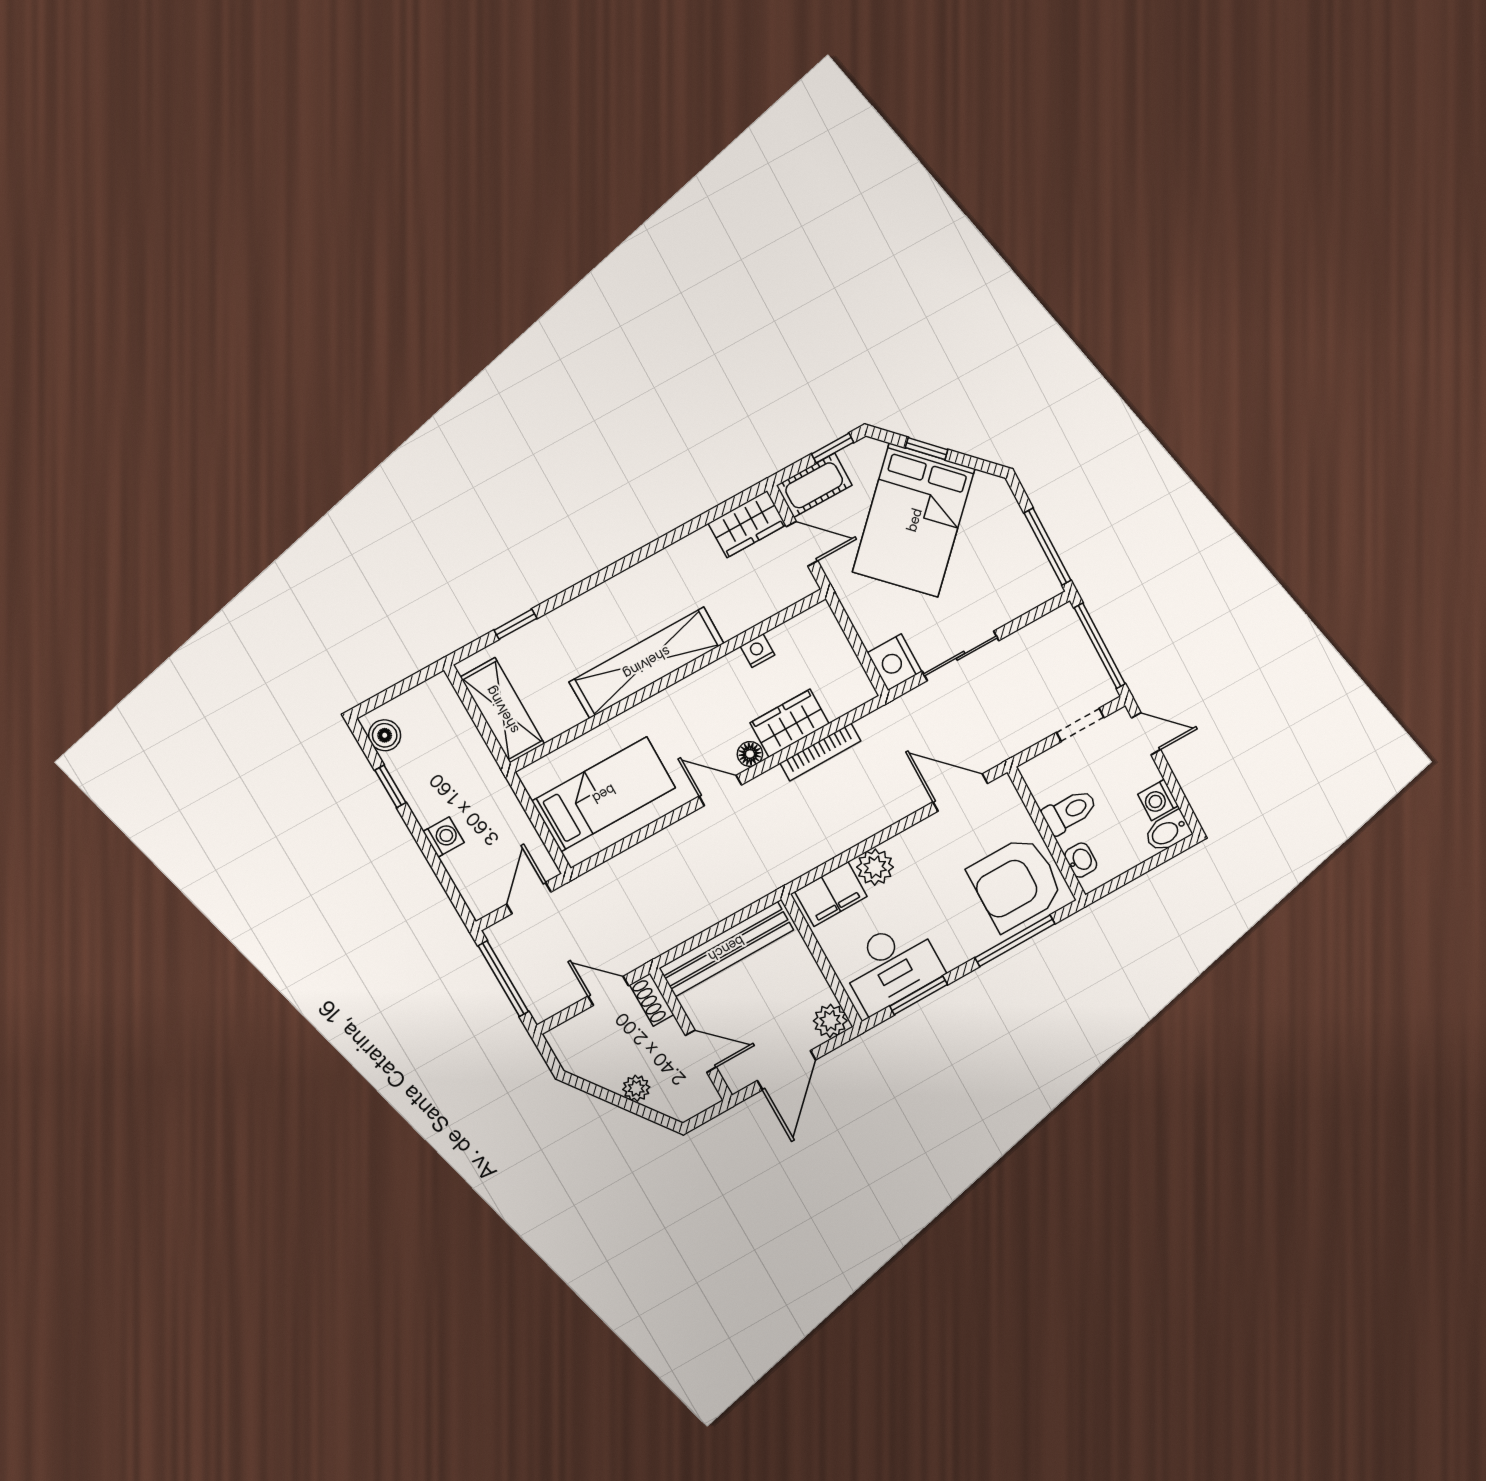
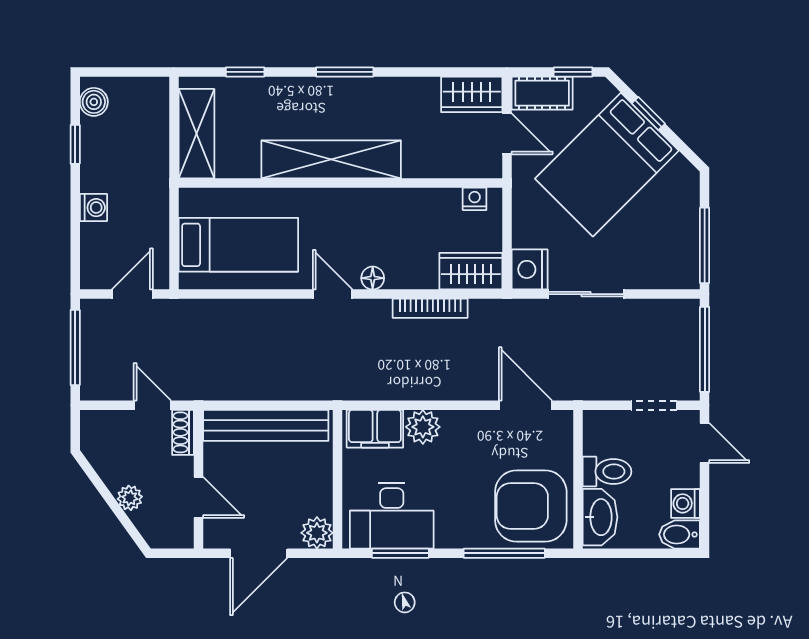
window: (612, 570) -> (345, 72), added
nightstand: (758, 651) -> (475, 199), moved
wardrobe: (790, 723) -> (471, 271), moved
washbasin: (1081, 860) -> (600, 517), width x1.91, depth x1.45

